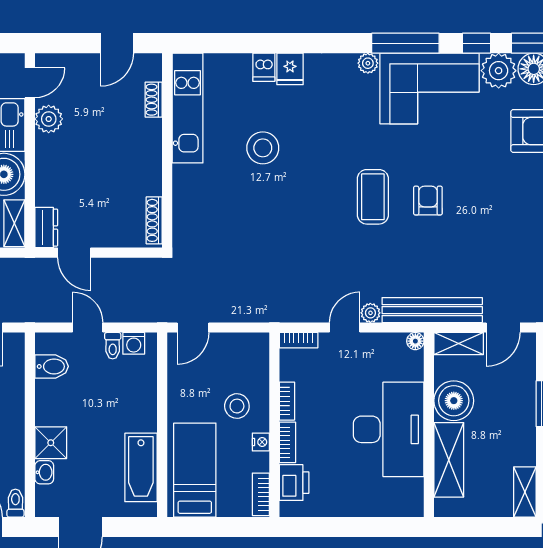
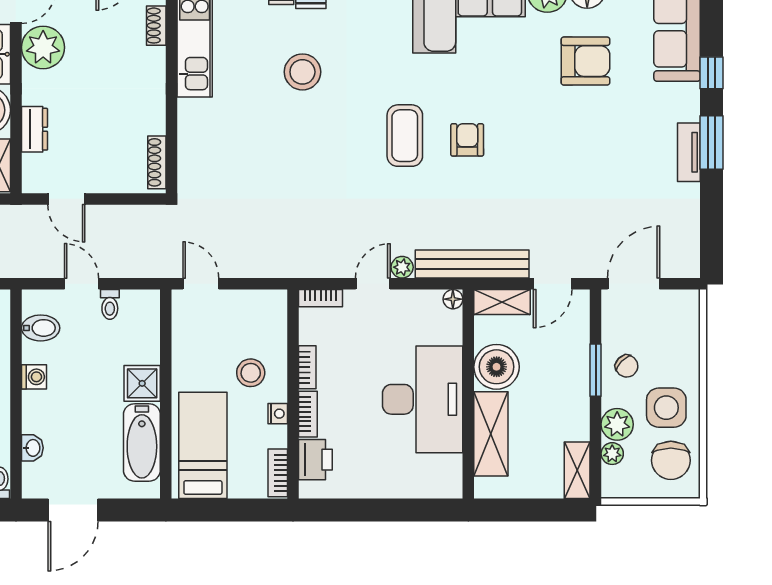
plant: (49, 119) -> (43, 47), width x1.36, depth x1.36
stool: (263, 148) -> (302, 72), moved
dresser: (46, 228) -> (34, 129), moved
door: (193, 327) -> (201, 284), swing flipped
washing machine: (134, 343) -> (34, 377), moved, turned -90
shower: (51, 443) -> (142, 383), moved

